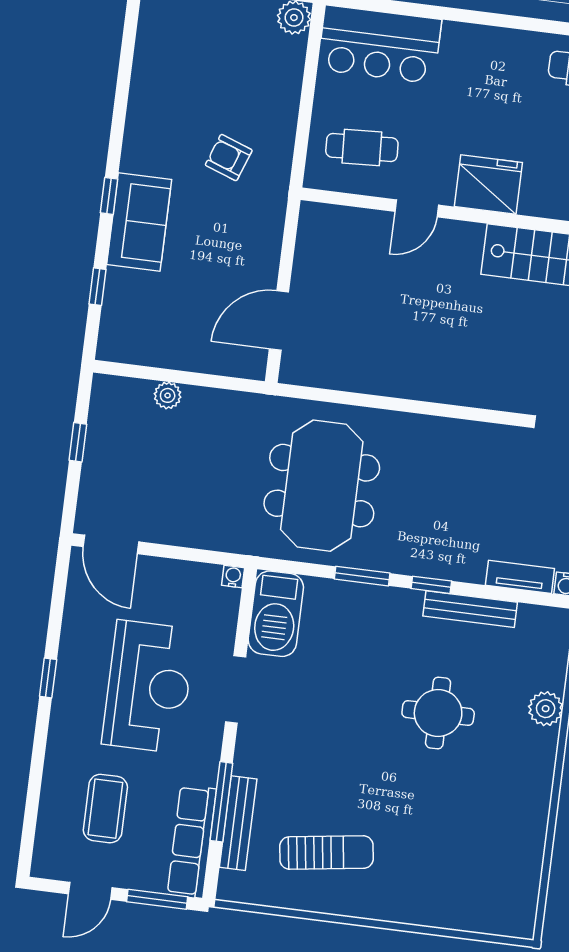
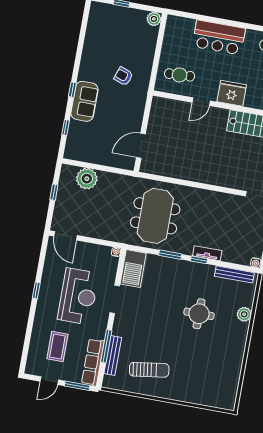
bar counter: (379, 44) -> (219, 37), moved
plant: (168, 395) -> (87, 179), width x1.87, depth x1.87
tv unit: (520, 577) -> (207, 253), moved
bench: (470, 609) -> (234, 274), moved

